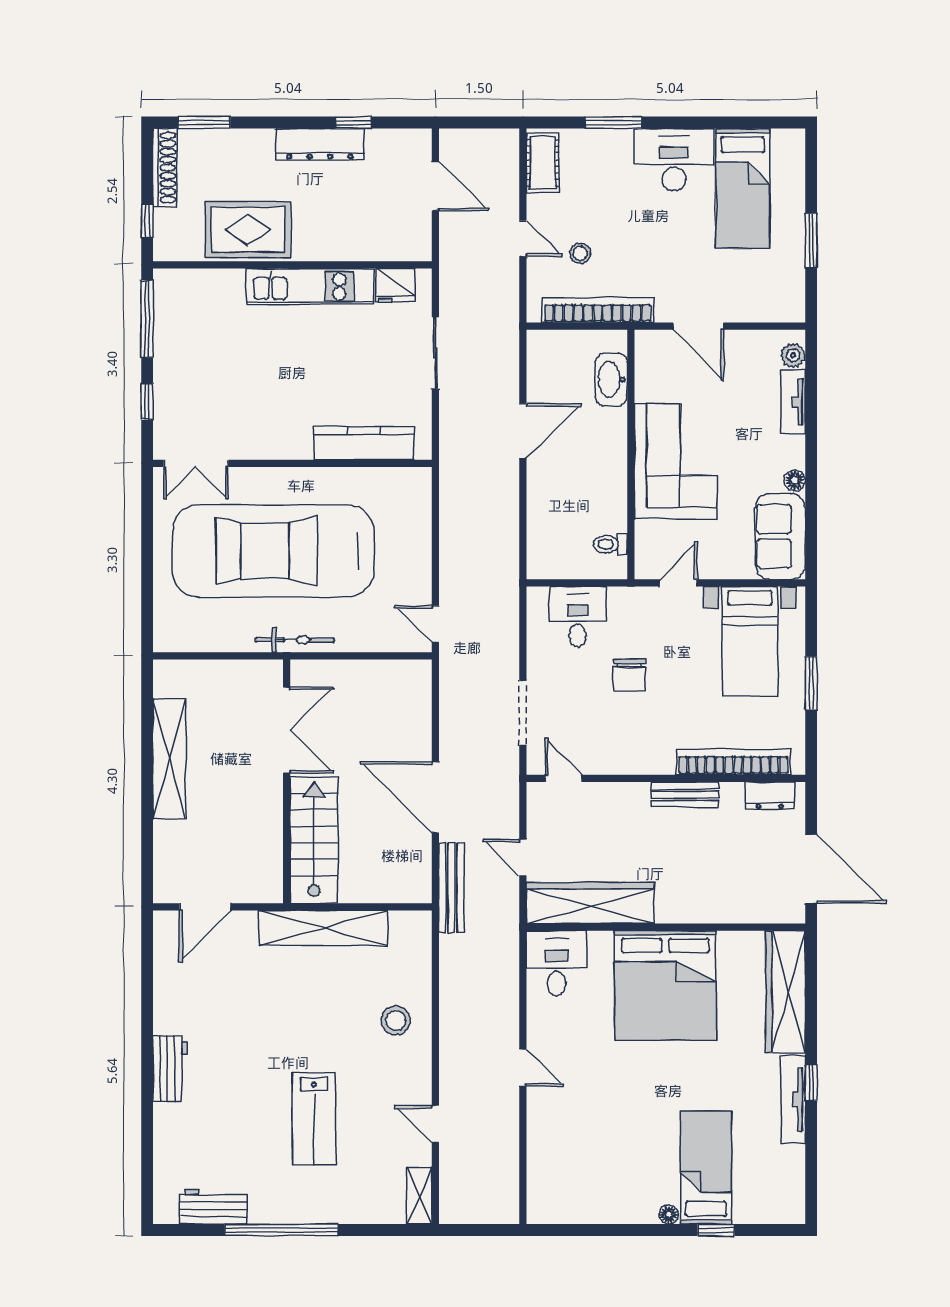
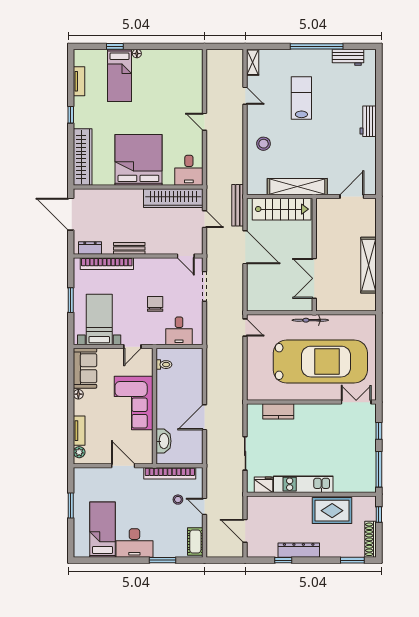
kitchen counter: (364, 443) -> (278, 411), width x0.67
stairs: (314, 840) -> (282, 209), moved, turned -90
tv unit: (793, 1100) -> (79, 81), moved, width x0.71

